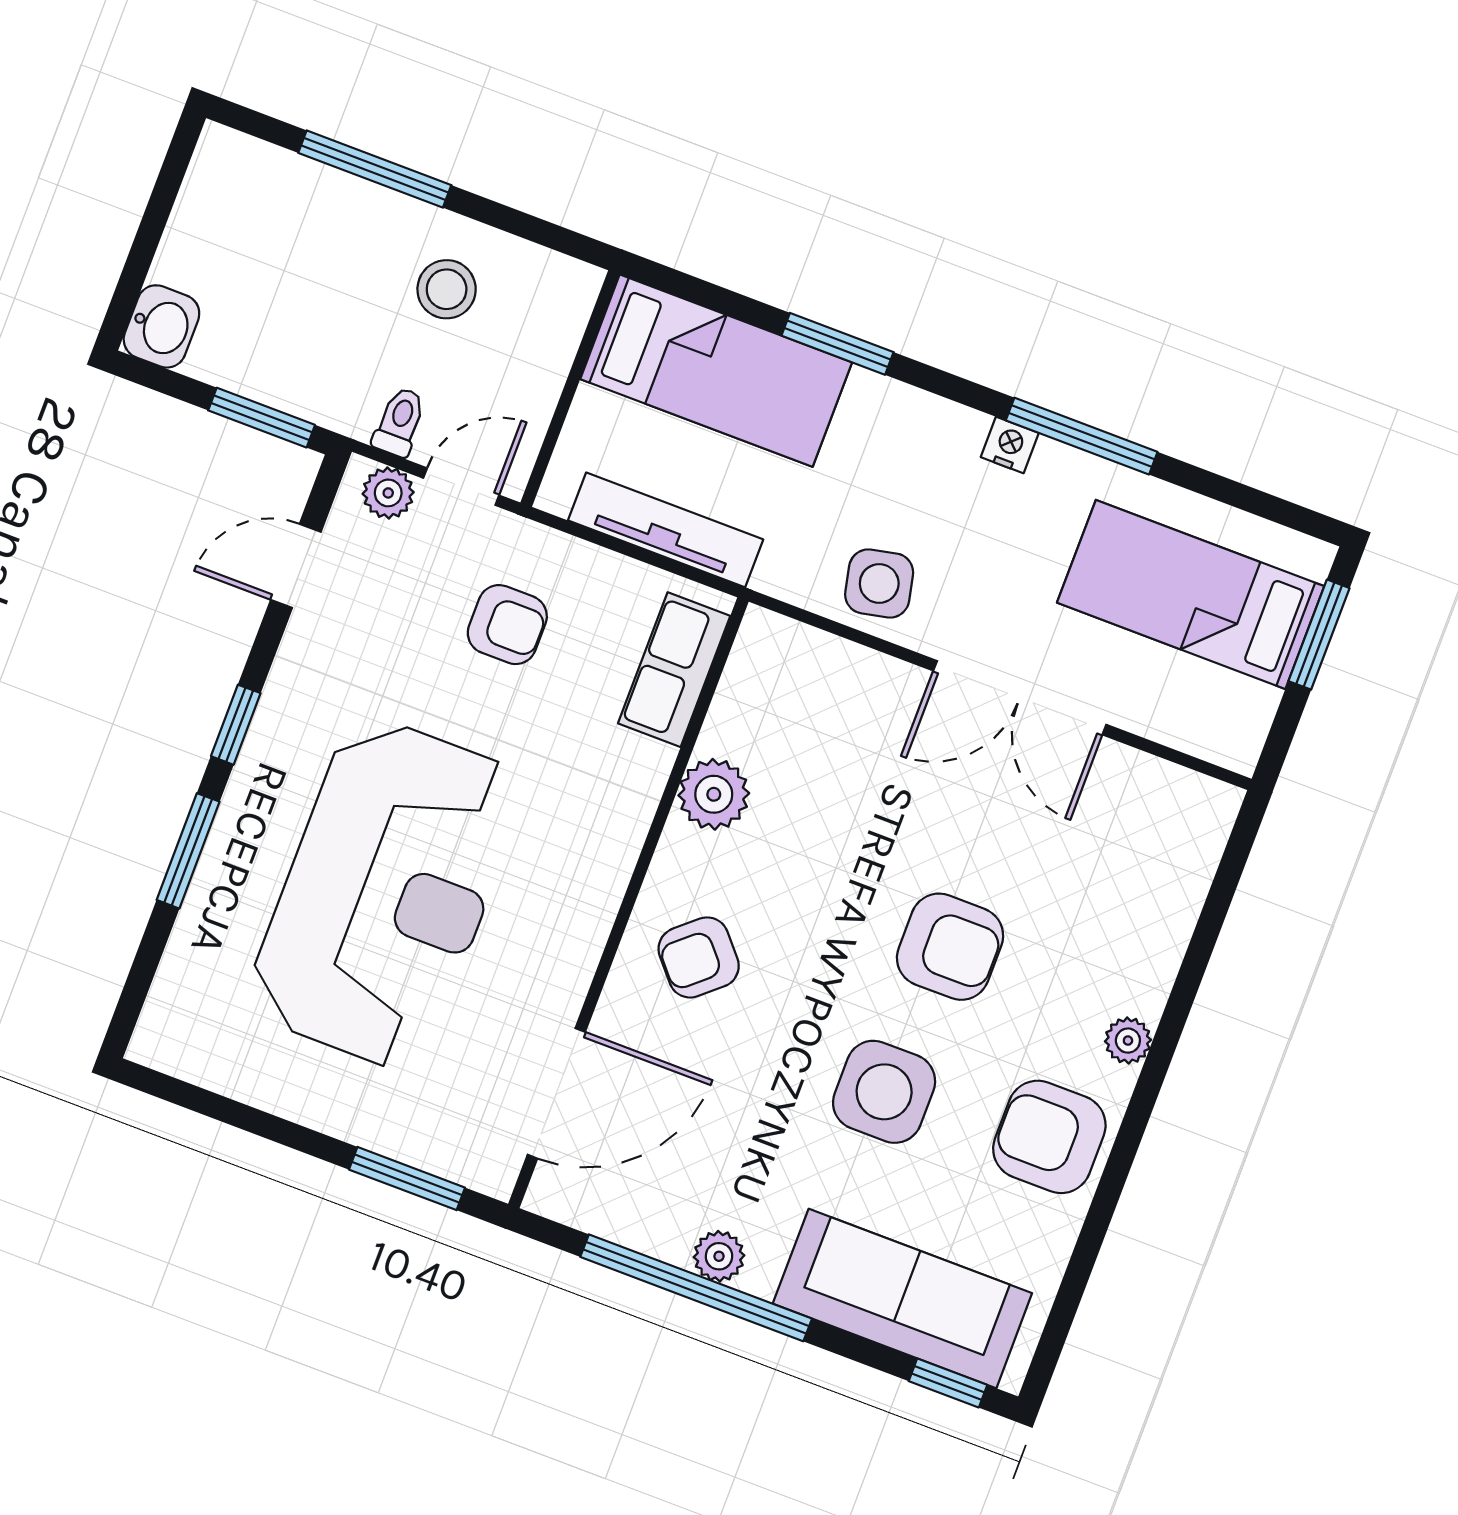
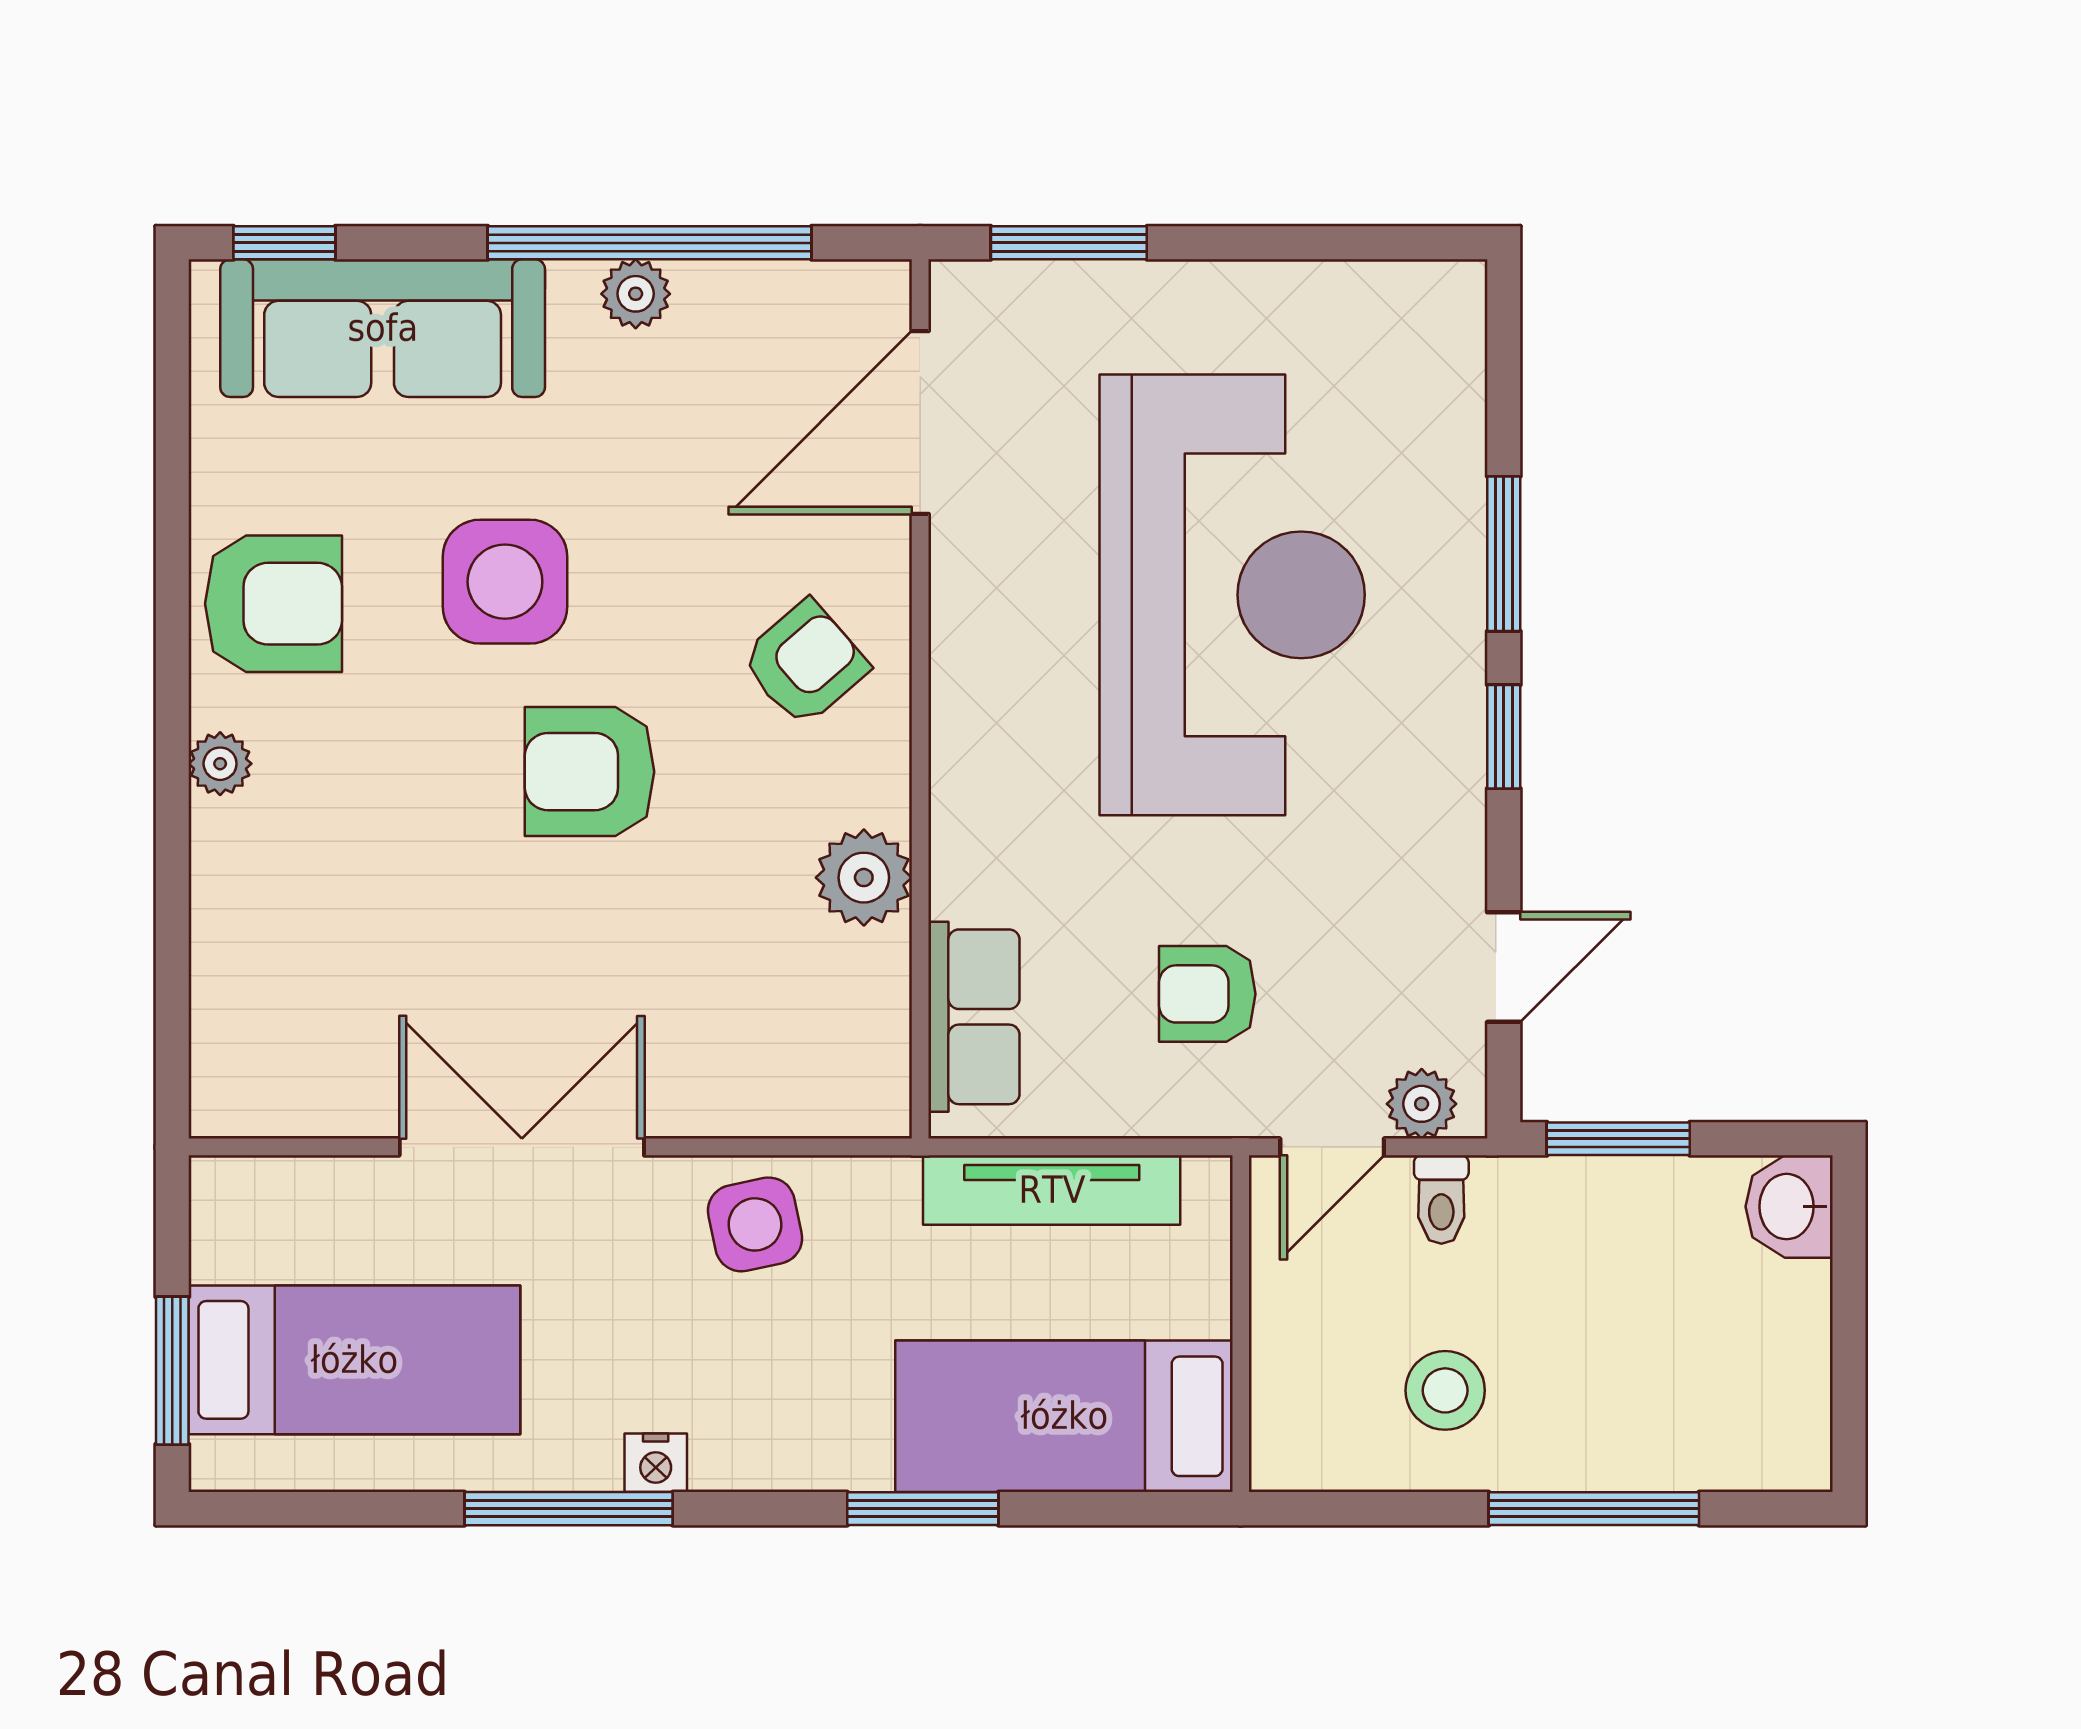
reception desk: (386, 893) -> (1232, 595), turned 180
armchair: (950, 947) -> (590, 772), moved

